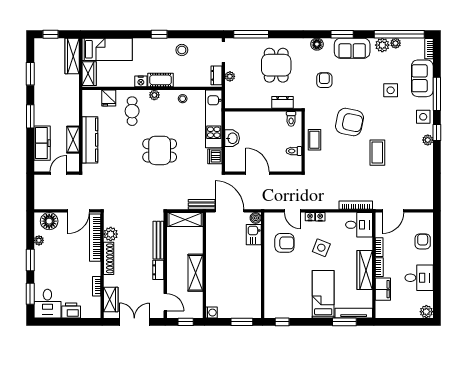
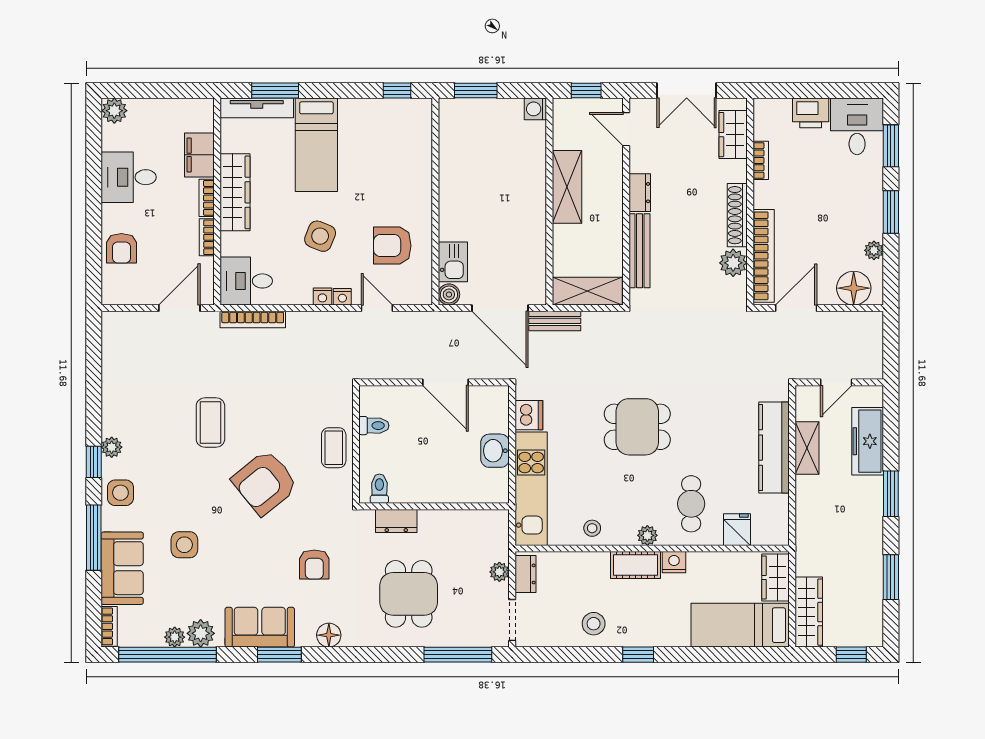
armchair: (349, 122) -> (265, 483), turned -51

